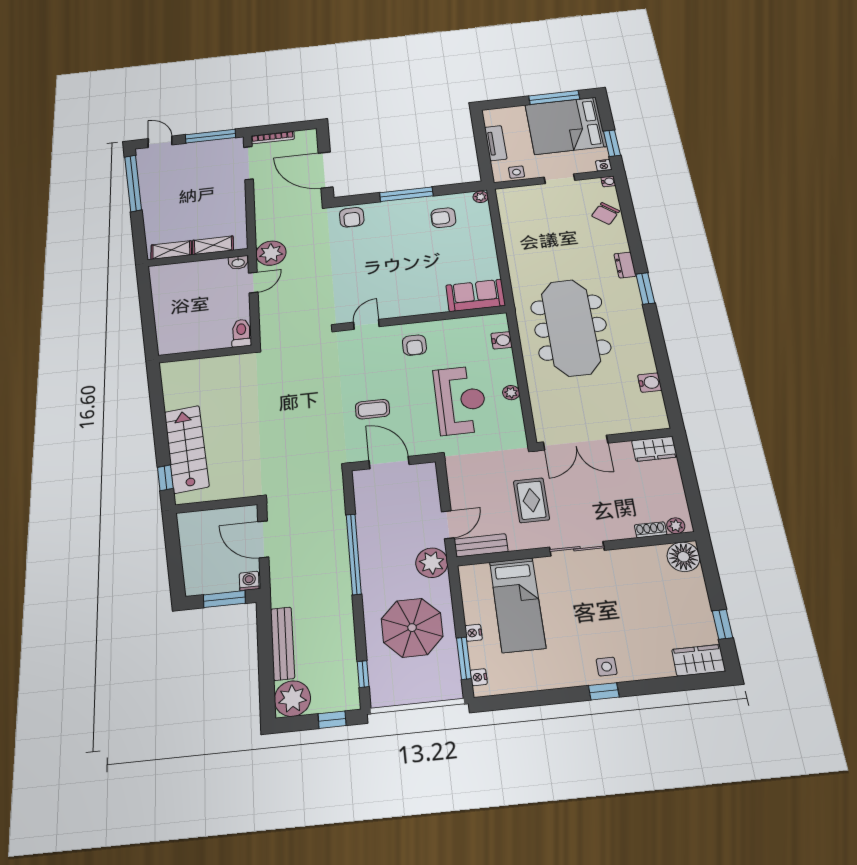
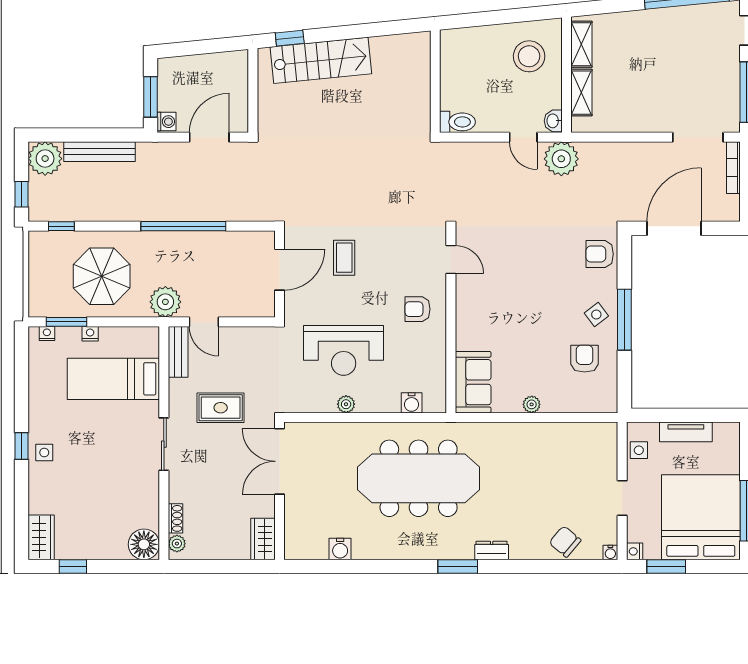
plant: (481, 197) -> (532, 404), moved
side table: (404, 214) -> (596, 315), added
stool: (182, 286) -> (529, 56), added

